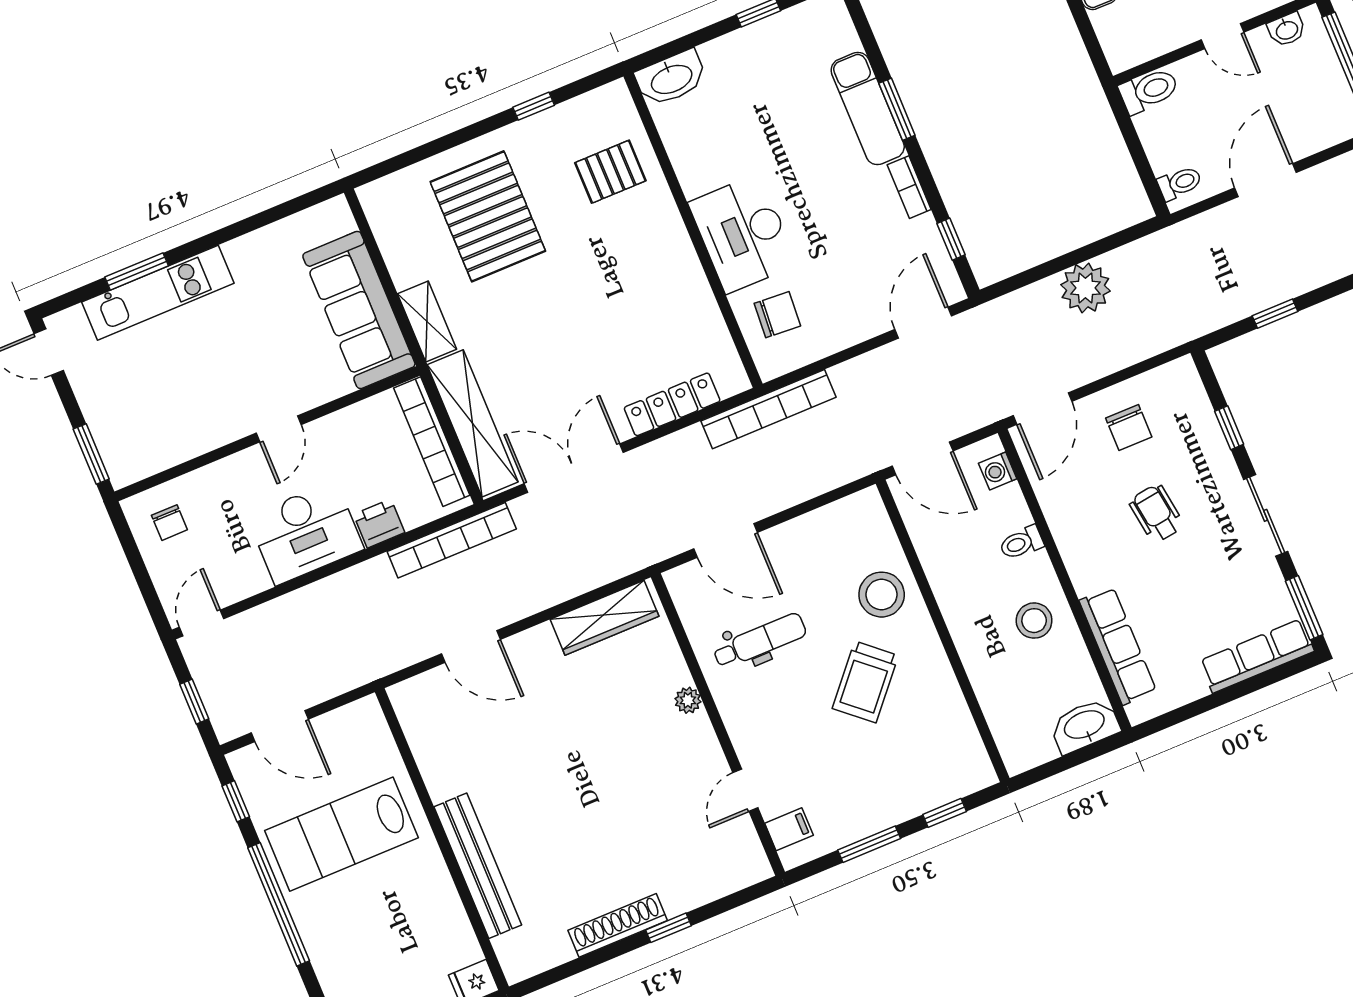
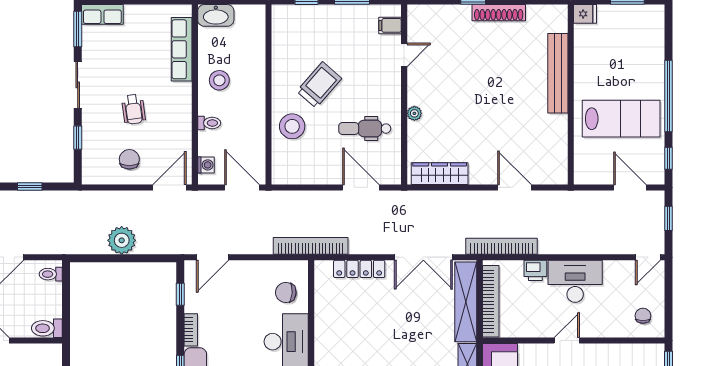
row of seats: (1257, 656) -> (102, 14), width x0.68

